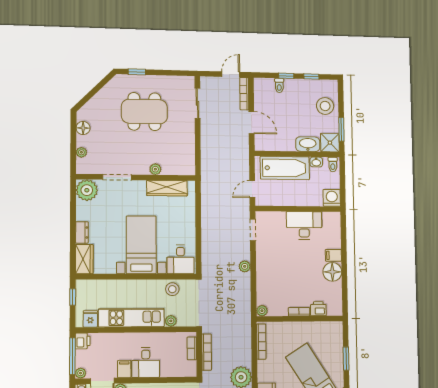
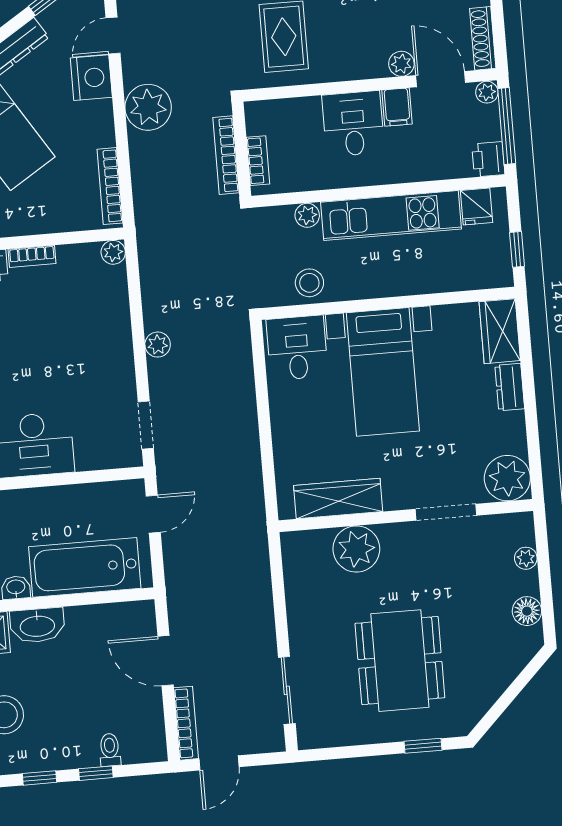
dining table: (144, 112) -> (400, 661), turned 90
plant: (155, 169) -> (356, 549), width x1.88, depth x1.88

